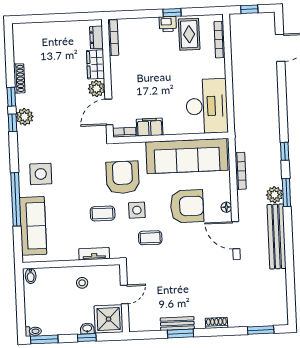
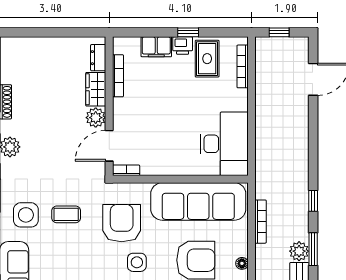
bookcase: (113, 38) -> (118, 76), moved
filing cabinet: (150, 127) -> (156, 47), moved, turned 180
coffee table: (103, 213) -> (66, 214), moved

